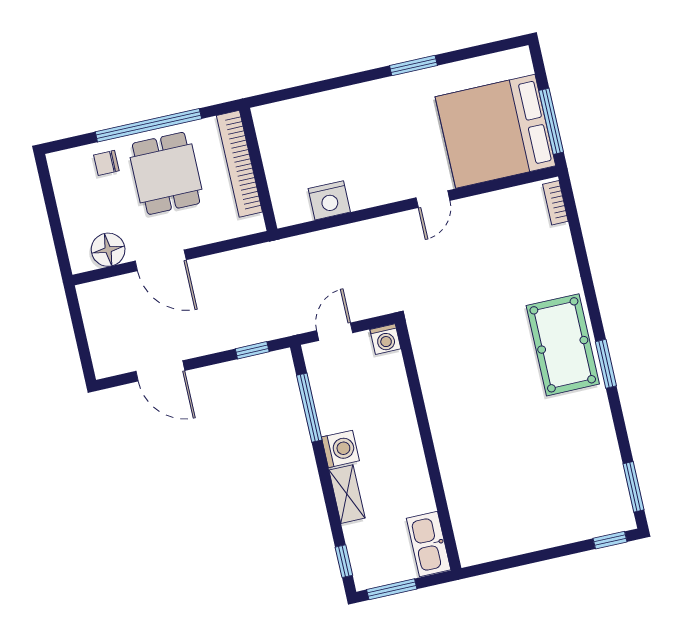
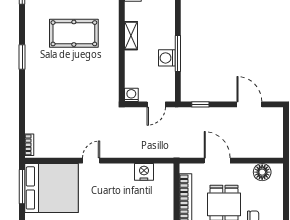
door: (161, 260) -> (217, 161), moved
pool table: (563, 345) -> (74, 33), moved, turned 90
window: (309, 408) -> (178, 54), moved
washing machine: (340, 449) -> (167, 58), moved
shelving: (347, 494) -> (131, 36), moved

